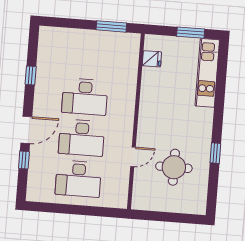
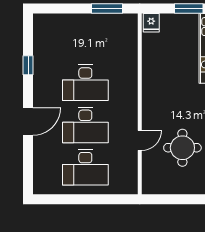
fridge: (152, 59) -> (151, 23), moved, turned 90
window: (24, 160) -> (28, 152), removed

